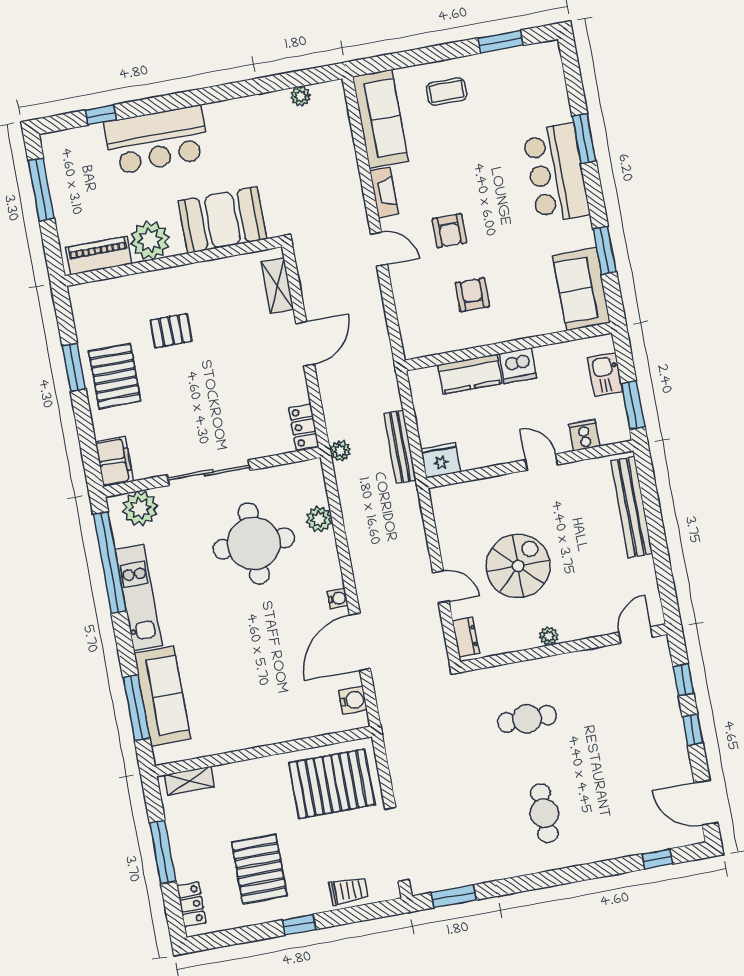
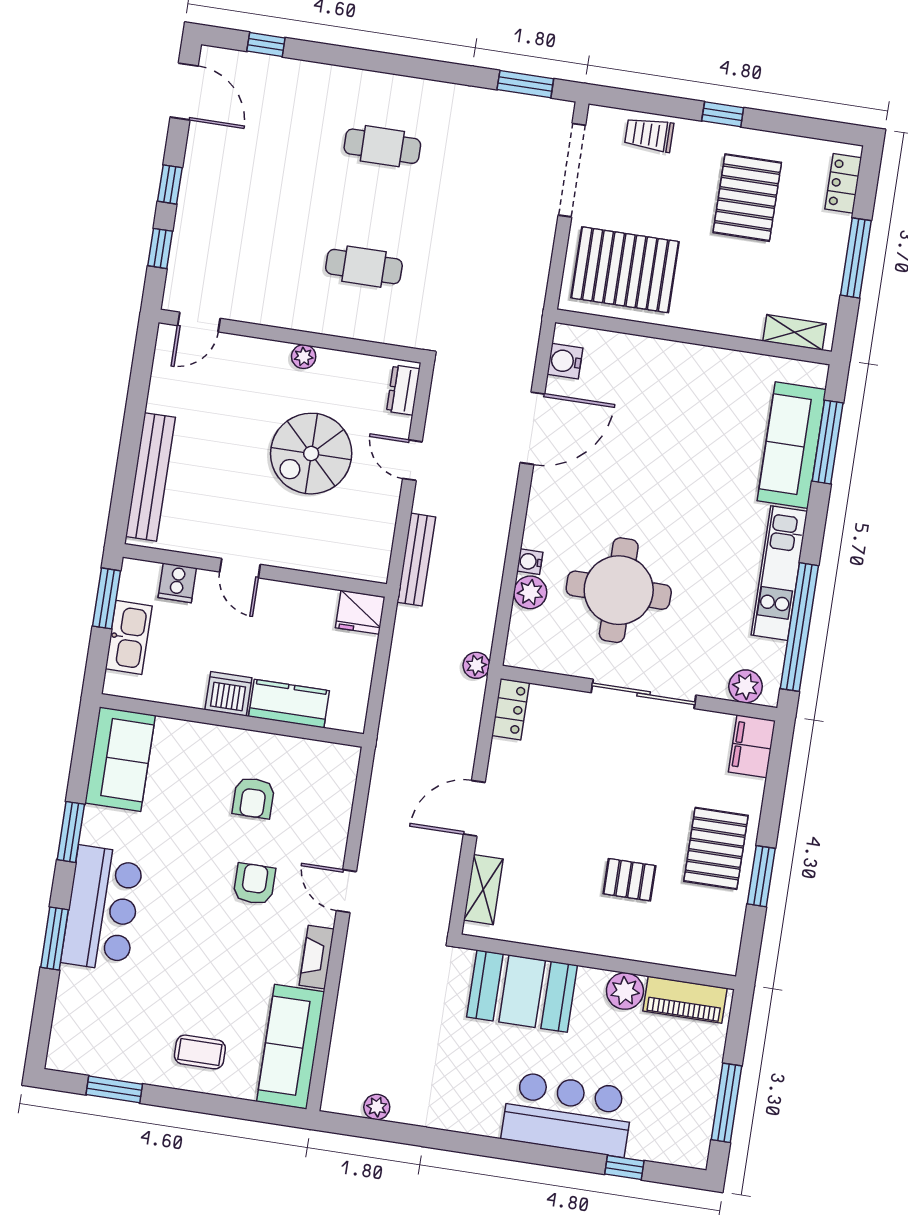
plant: (150, 240) -> (625, 991), width x0.73, depth x0.73
window: (605, 250) -> (71, 832), moved
kitchen sink: (605, 375) -> (129, 637), width x1.38
bench: (400, 447) -> (416, 560), moved
plant: (140, 508) -> (746, 686), width x0.73, depth x0.73
water cooler: (338, 598) -> (530, 562), moved
cafe table: (544, 813) -> (382, 146), turned 90

